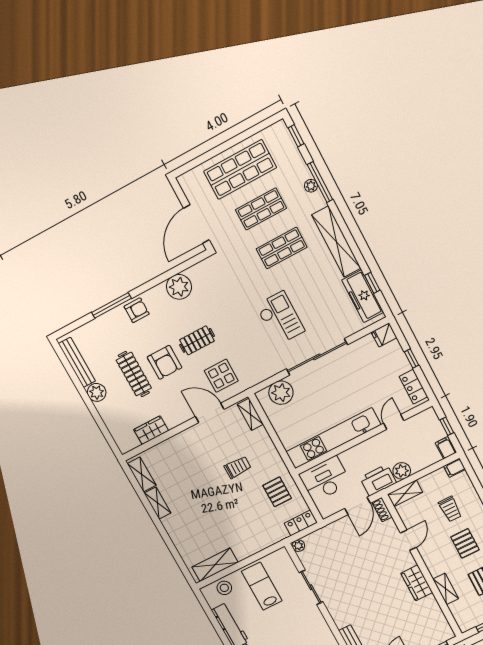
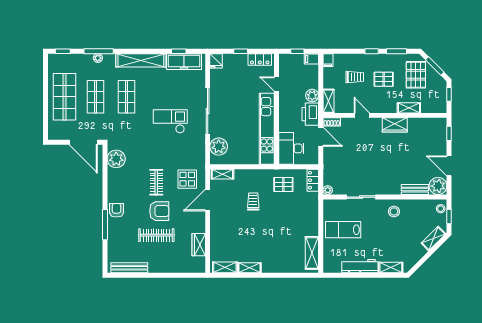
plant: (179, 287) -> (116, 159), moved
plant: (97, 392) -> (155, 266), removed
stool: (224, 588) -> (394, 211), moved

